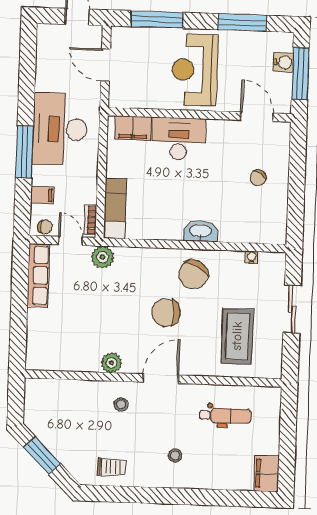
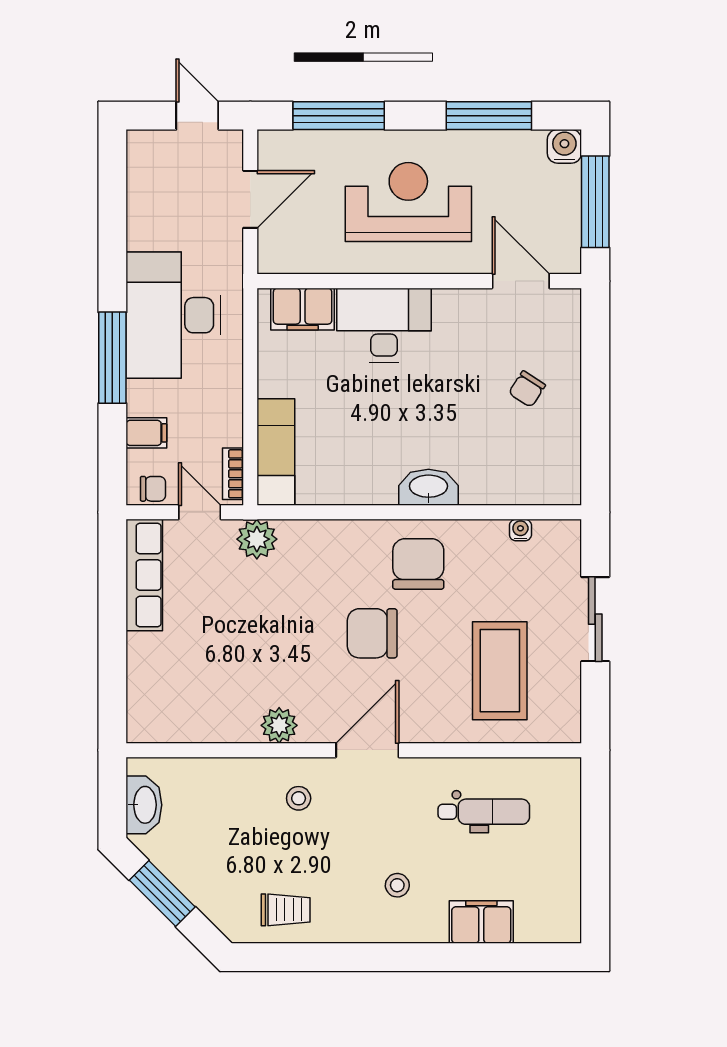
water cooler: (283, 62) -> (564, 146), moved, turned -90
door: (106, 65) -> (250, 199), swing flipped
reception desk: (195, 70) -> (408, 202), turned 90
chair: (193, 274) -> (418, 564), turned 152
washbasin: (34, 405) -> (144, 805), added
filing cabinet: (267, 473) -> (481, 922), moved, turned 90

